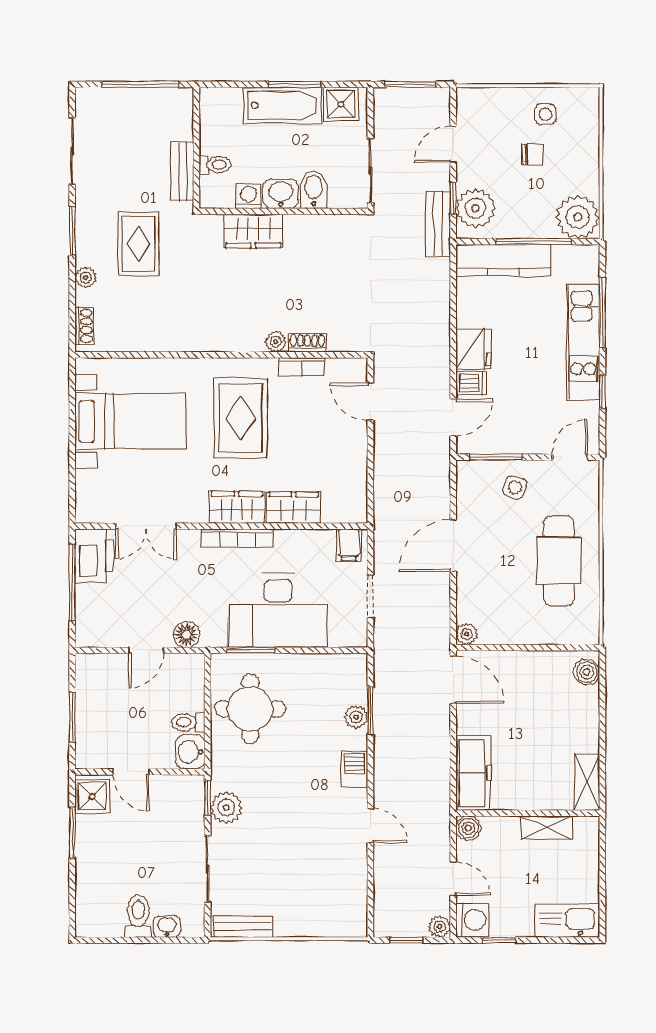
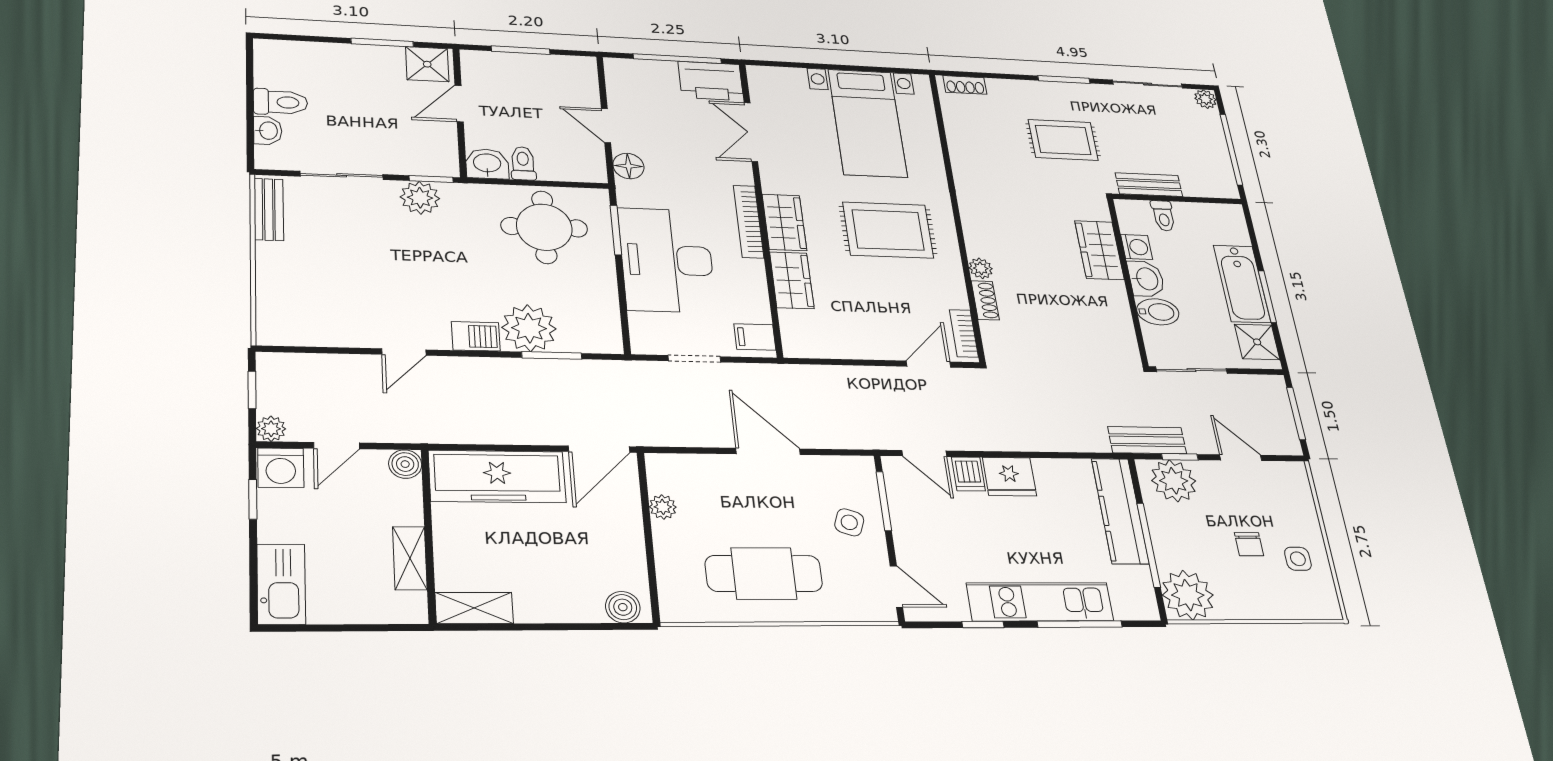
plant: (86, 277) -> (1205, 99), moved
bookcase: (301, 367) -> (964, 333), moved
plant: (467, 634) -> (663, 507), moved
plant: (356, 717) -> (529, 328), width x1.87, depth x1.87
freezer: (473, 773) -> (497, 476), width x1.36, depth x1.26

